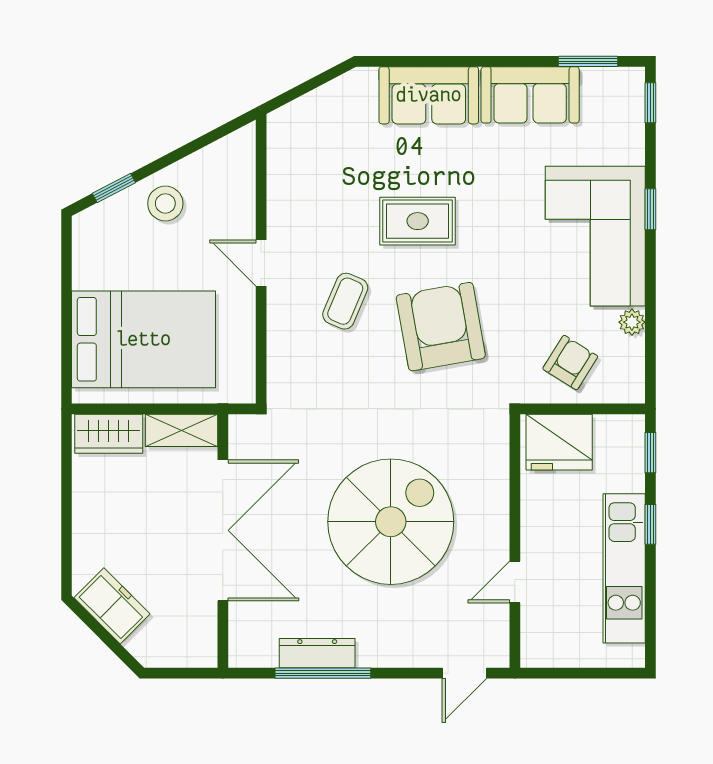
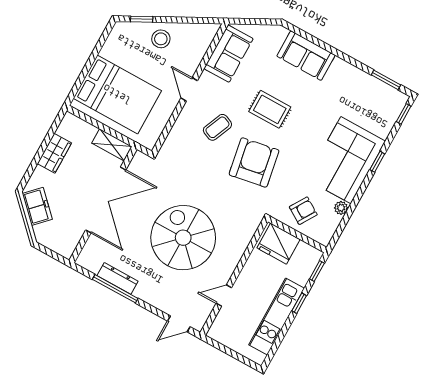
sofa: (530, 95) -> (229, 54), moved, turned -90
wardrobe: (109, 434) -> (54, 153), moved, turned -90
spiral stairs: (391, 522) -> (183, 238), turned -90

